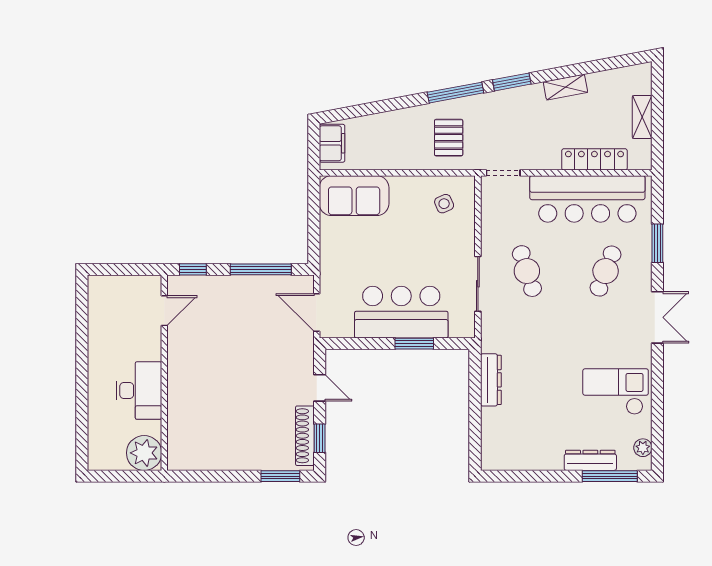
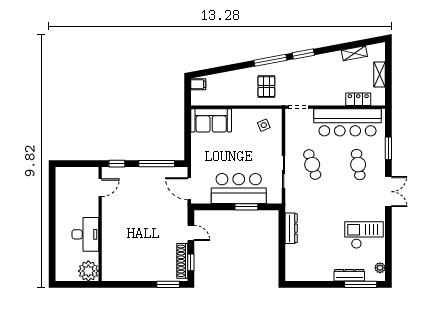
shelving: (565, 87) -> (354, 53), moved
filing cabinet: (332, 143) -> (198, 84), width x0.50
locker: (594, 159) -> (358, 99), width x0.66
cafe table: (606, 271) -> (358, 165), turned -30

